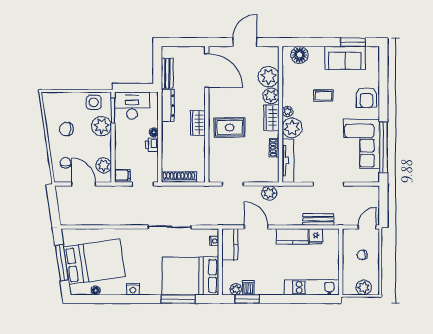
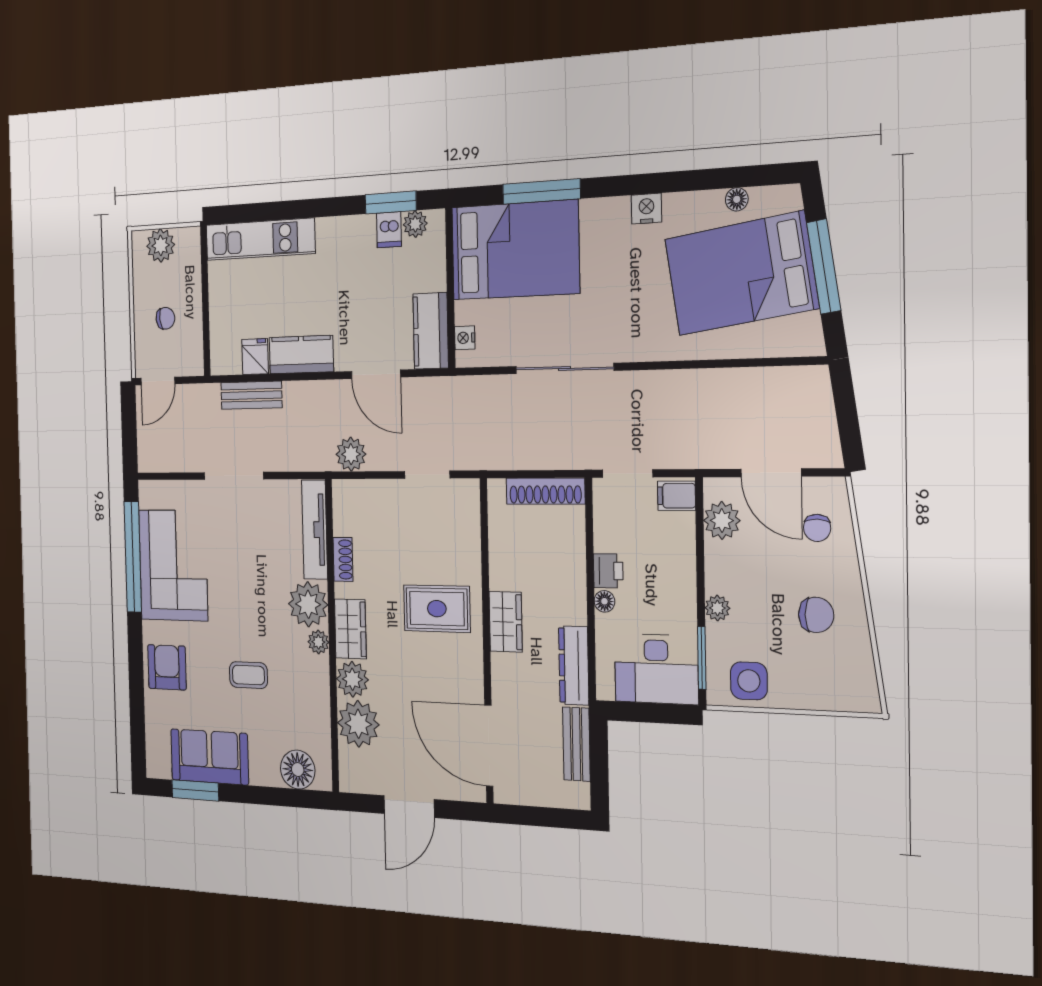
plant: (102, 126) -> (717, 608), width x0.53, depth x0.53

